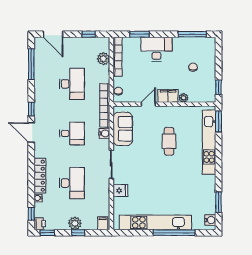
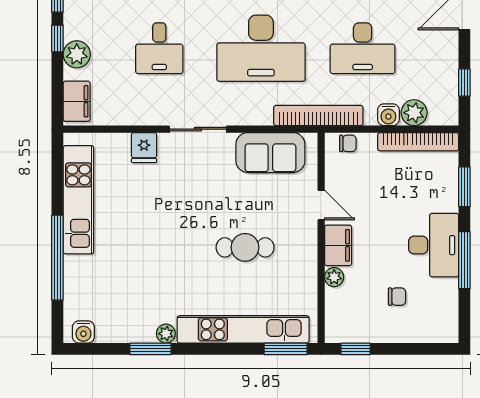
window: (192, 34) -> (464, 260), moved
desk: (157, 49) -> (434, 245), moved
desk: (72, 133) -> (261, 48), width x1.87, depth x1.30
water cooler: (104, 133) -> (388, 115), moved
plant: (211, 180) -> (166, 334), added
desk: (72, 183) -> (159, 48), width x0.73
window: (218, 202) -> (150, 349), moved
kitchen unit: (155, 222) -> (78, 200), width x0.73
filing cabinet: (103, 223) -> (77, 101), width x2.00
window: (78, 233) -> (57, 38), moved

